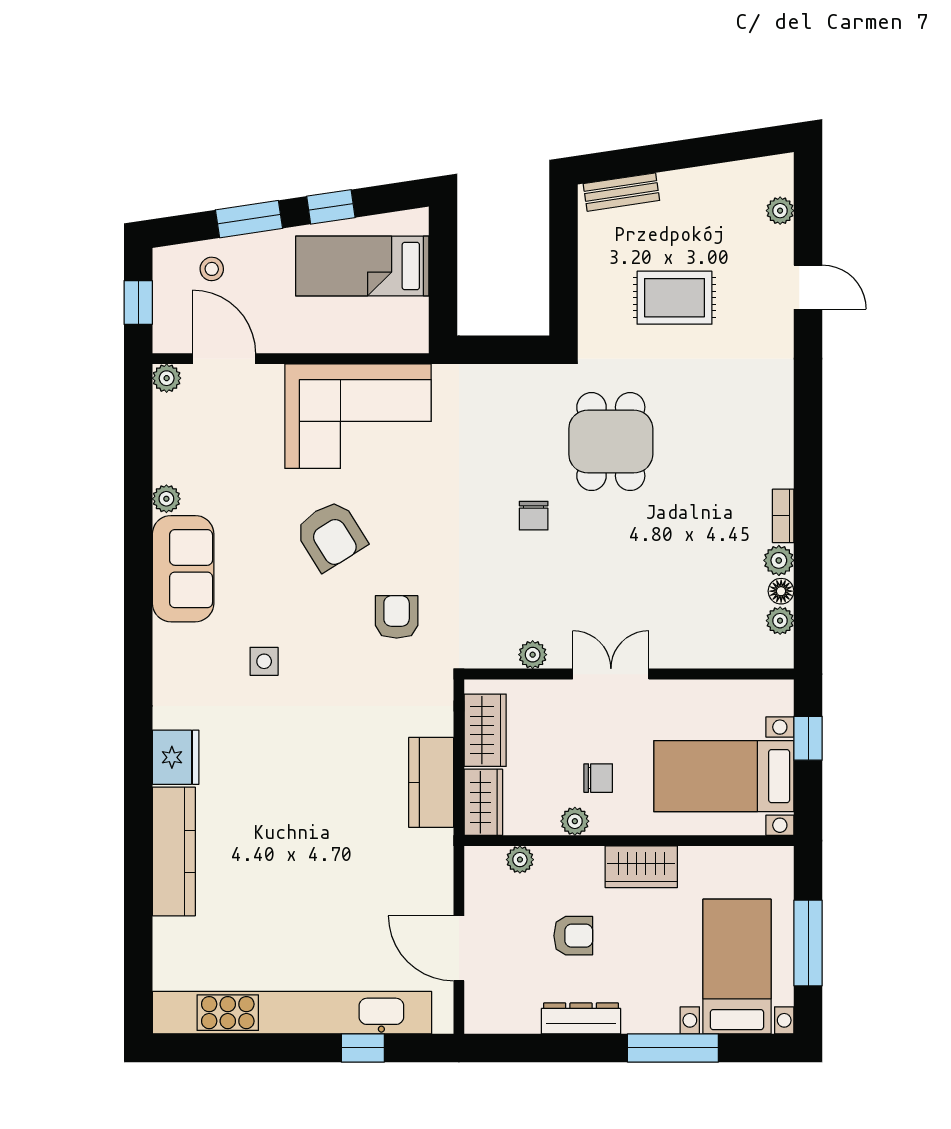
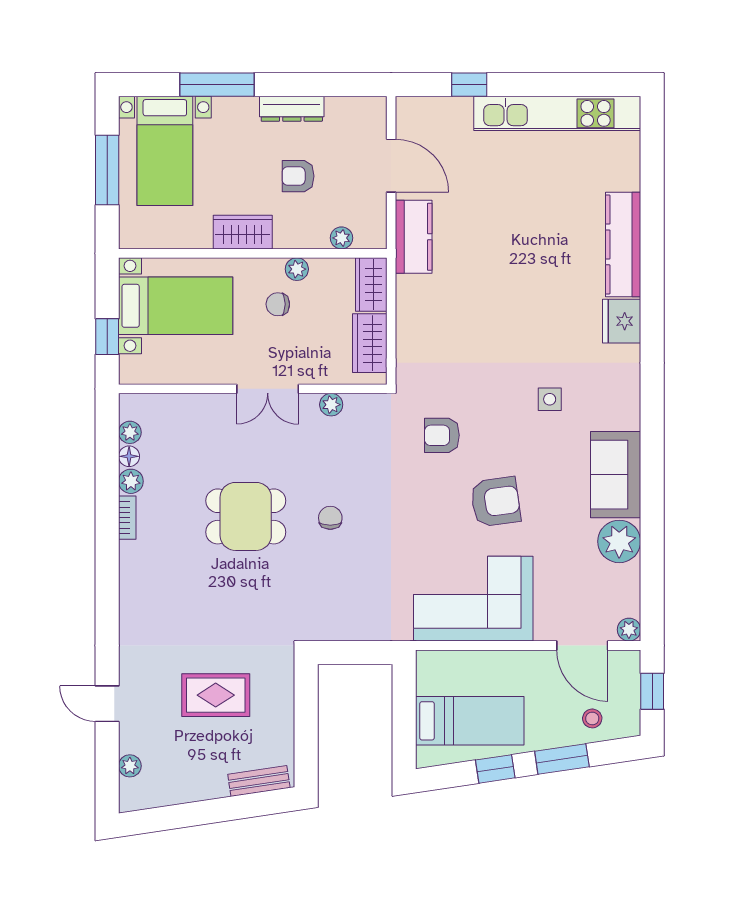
dining table: (611, 442) -> (246, 516), moved, turned 90
plant: (166, 499) -> (619, 541), width x1.87, depth x1.87
armchair: (331, 535) -> (495, 502), turned 114
armchair: (397, 617) -> (442, 435), turned 90
kitchen counter: (431, 782) -> (414, 237), moved
kitchen unit: (292, 1013) -> (557, 113), width x0.73

